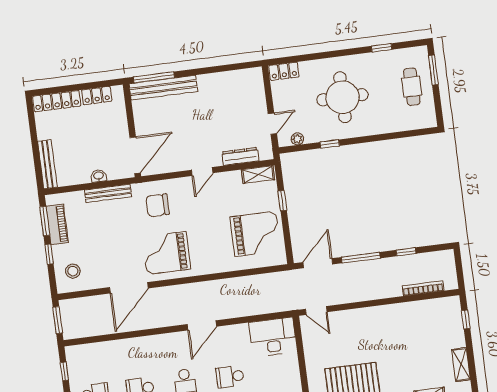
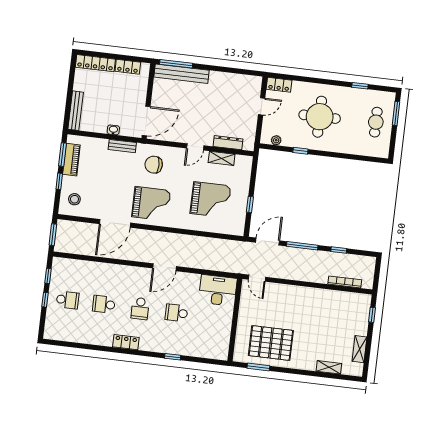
door: (272, 124) -> (262, 106), moved
shelving: (258, 175) -> (222, 158), moved
bench: (108, 193) -> (122, 146), width x0.73
window: (282, 201) -> (250, 204), moved
grand piano: (255, 234) -> (210, 200), moved
grand piano: (166, 253) -> (151, 204), turned 180

